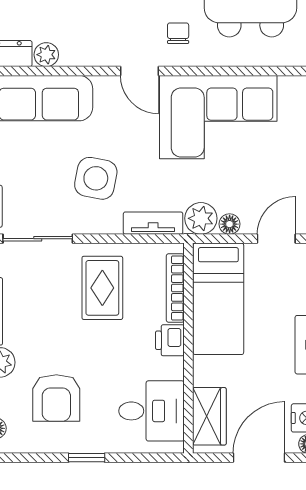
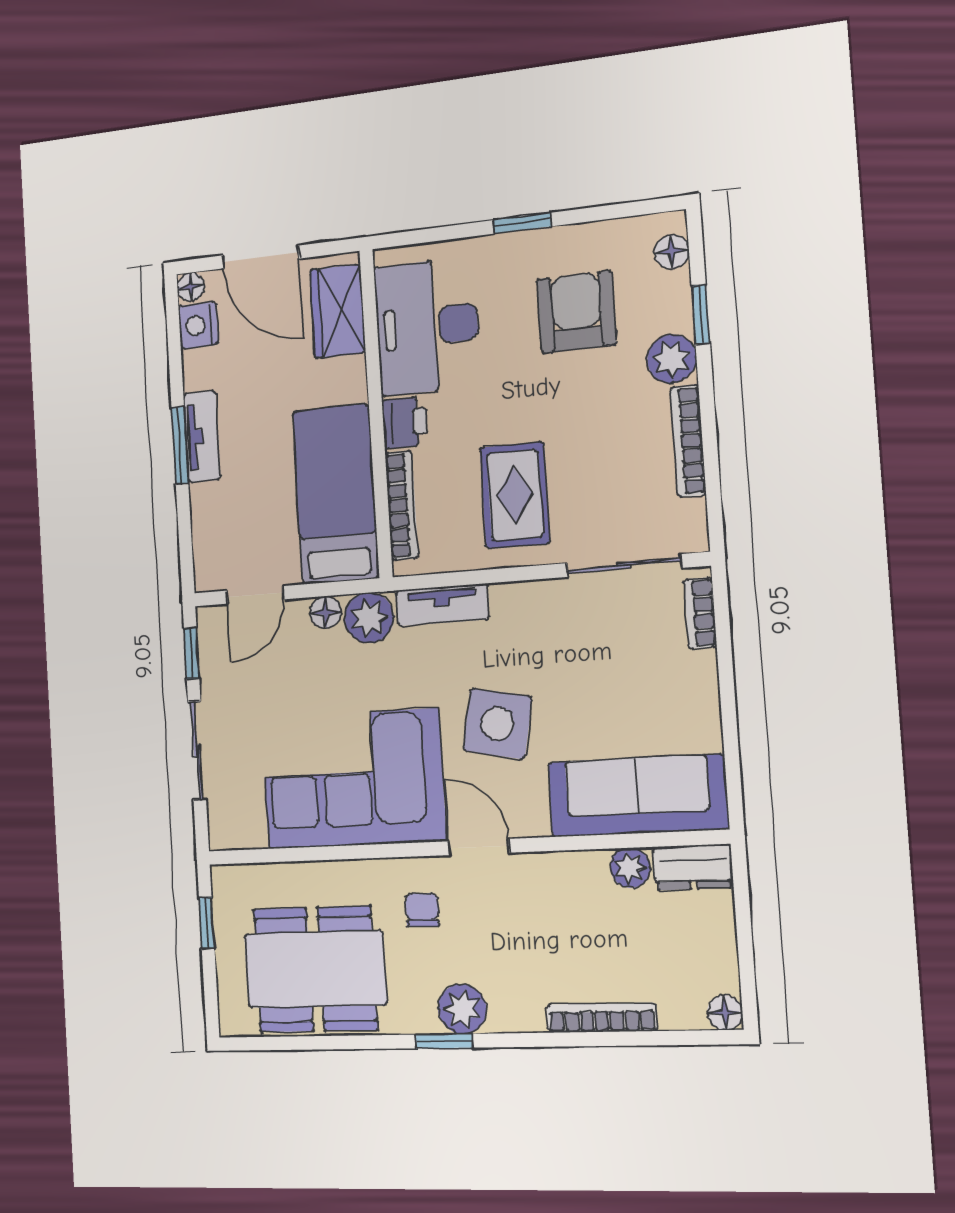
chair: (178, 33) -> (422, 910), turned 180
side table: (96, 178) -> (497, 724), moved
desk: (151, 411) -> (427, 327), width x1.37
door: (259, 458) -> (261, 257), hinge flipped

